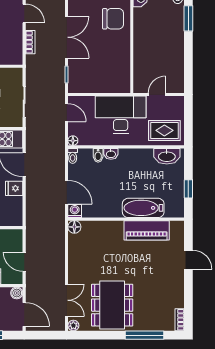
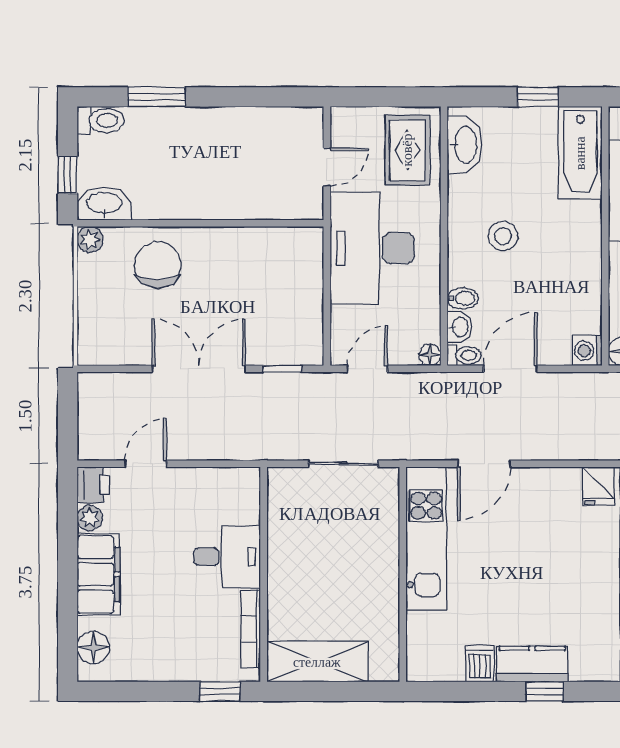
bookcase: (30, 42) -> (210, 450), removed
door: (157, 95) -> (327, 167), swing flipped
washbasin: (111, 154) -> (460, 327), moved
stool: (126, 173) -> (503, 236), added
fridge: (14, 188) -> (598, 486), moved
door: (67, 192) -> (510, 369), moved
bathtub: (143, 208) -> (580, 153), moved

